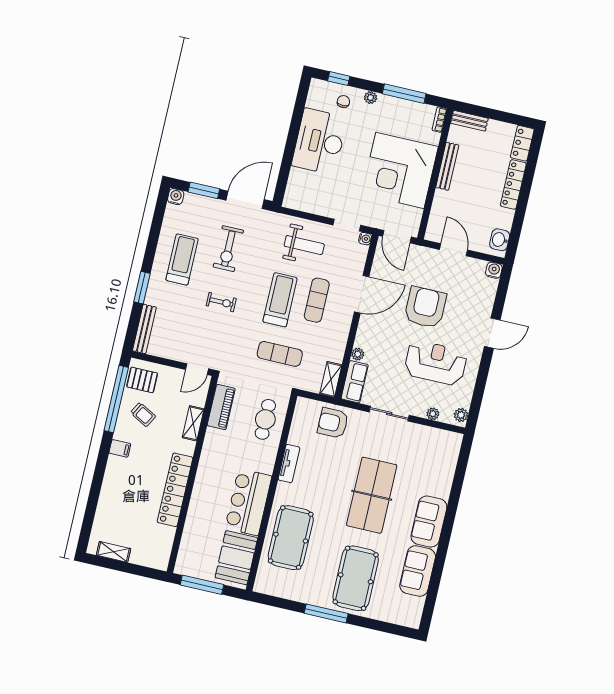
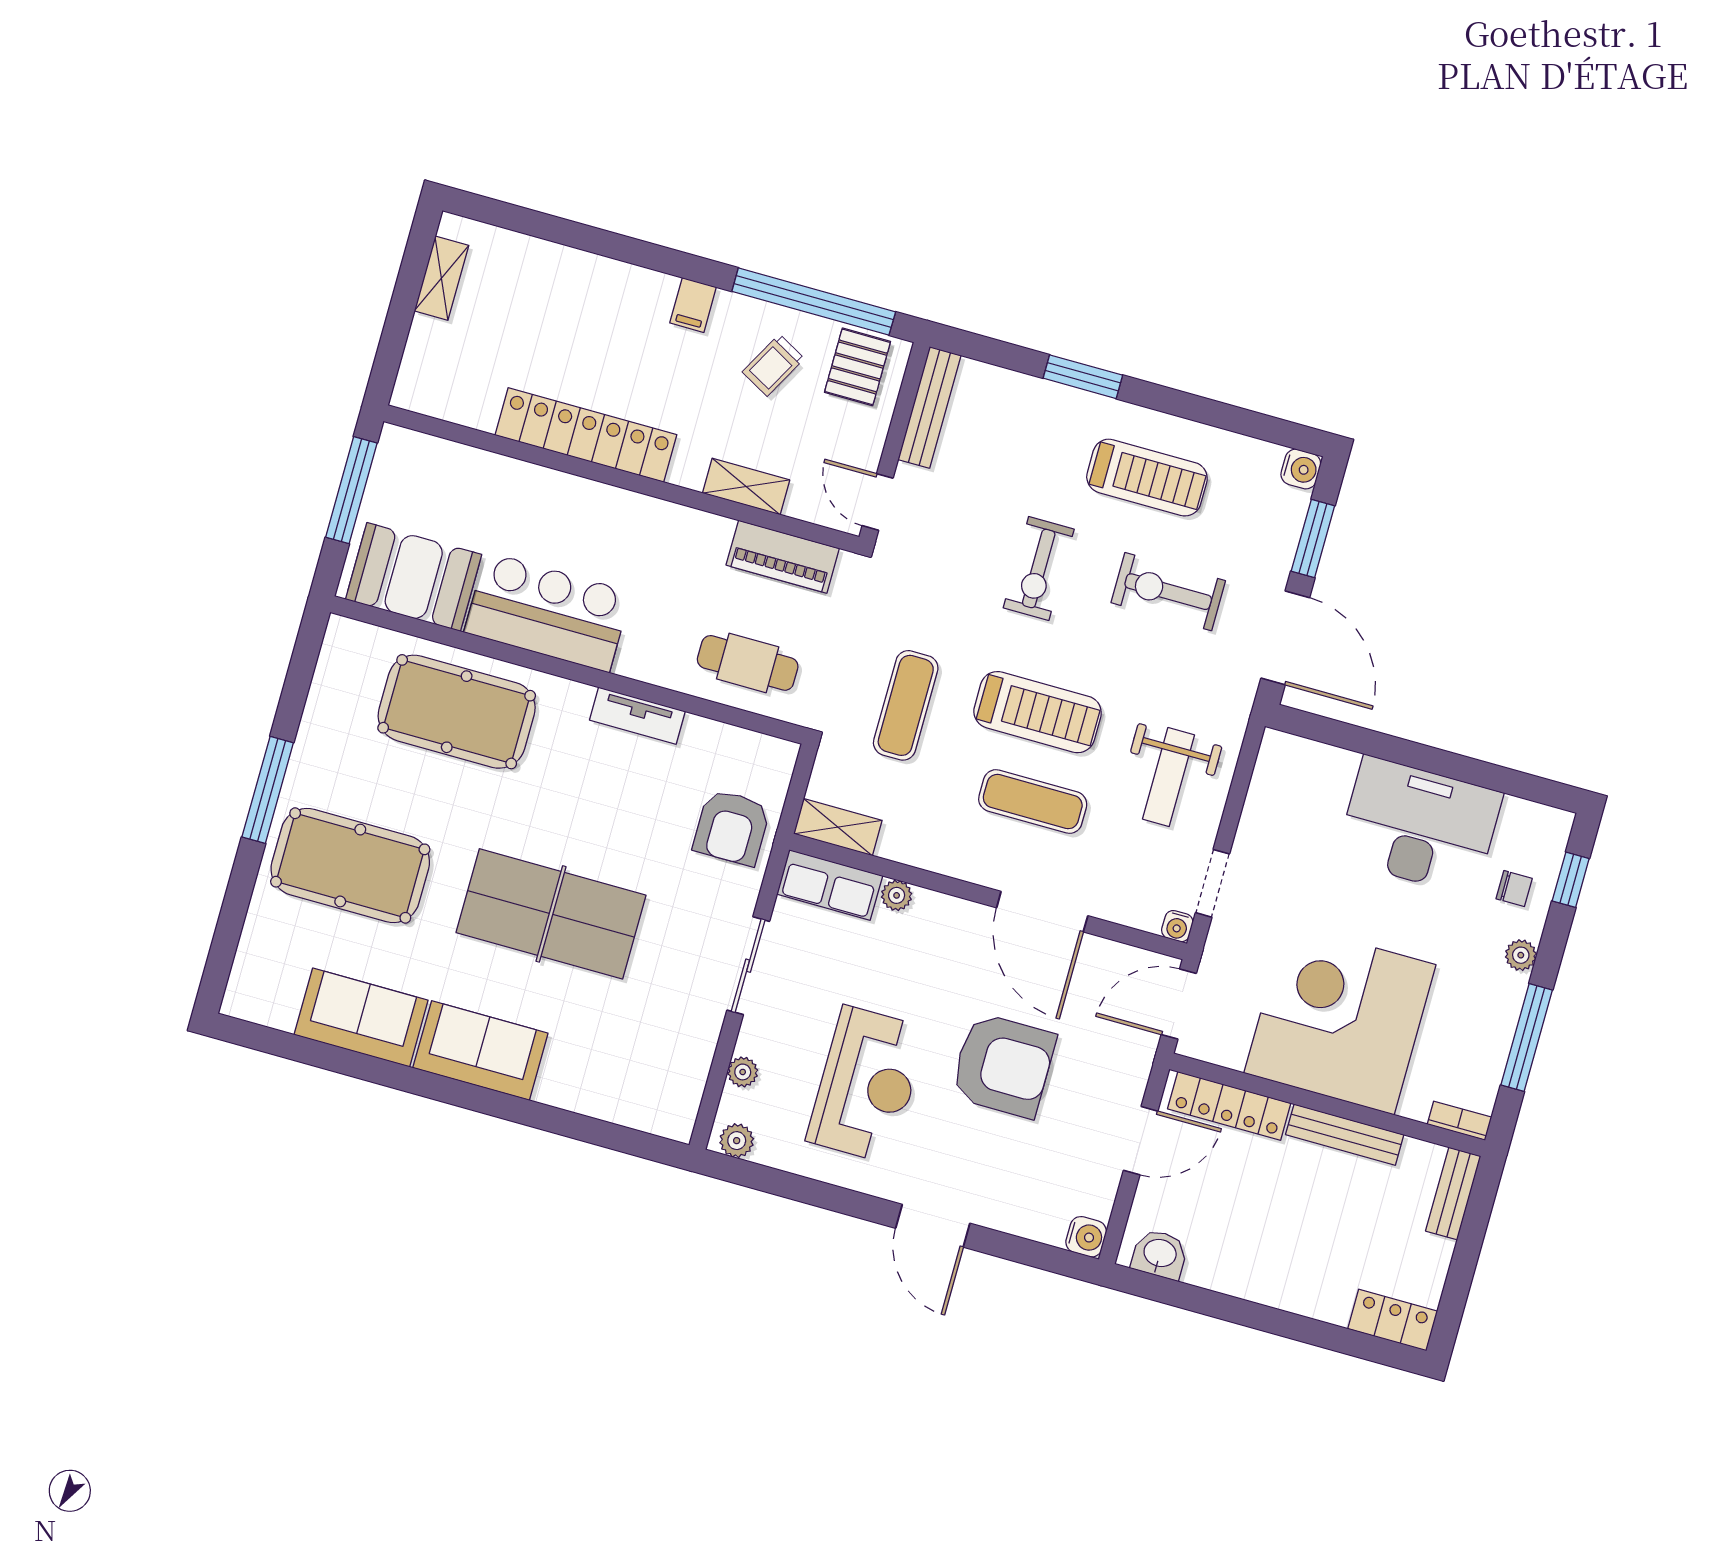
locker: (513, 184) -> (1229, 1106), moved, turned 180
exercise bike: (221, 302) -> (1039, 569), width x1.38, depth x1.39
bench: (144, 329) -> (930, 407), moved, turned 90
armchair: (333, 423) -> (732, 827), turned 180

